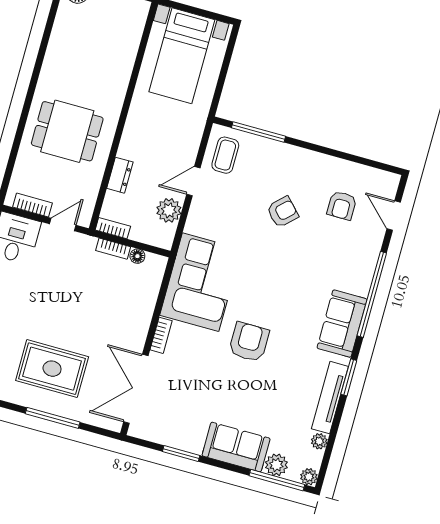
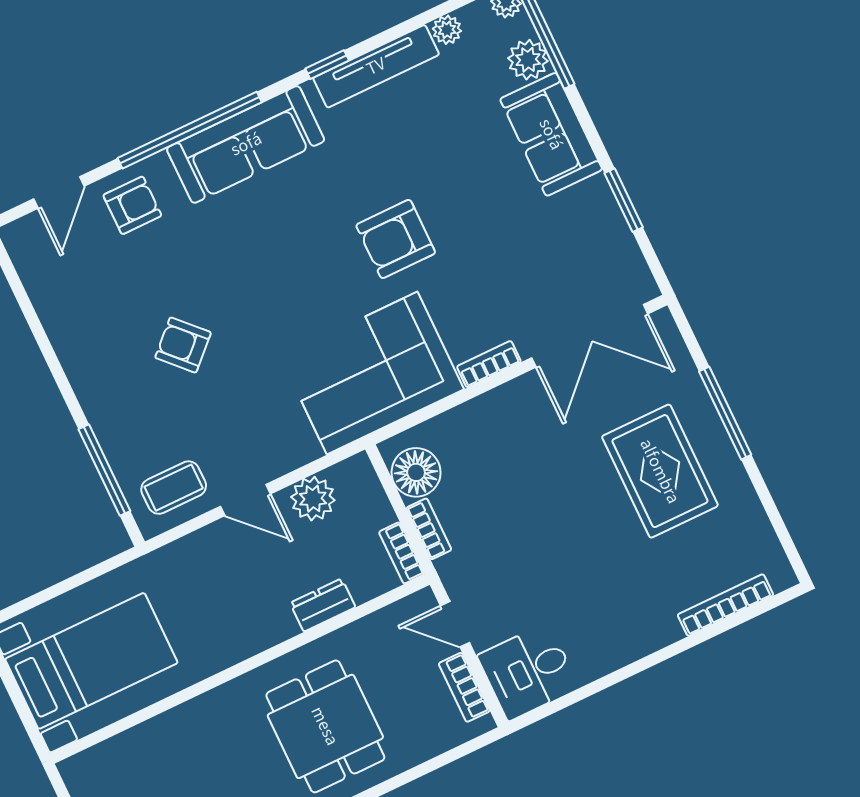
armchair: (342, 205) -> (132, 205), moved
floor lamp: (137, 256) -> (416, 472), width x1.89, depth x1.89
sofa: (342, 324) -> (246, 144), width x1.36
window: (349, 377) -> (327, 65), width x0.67

